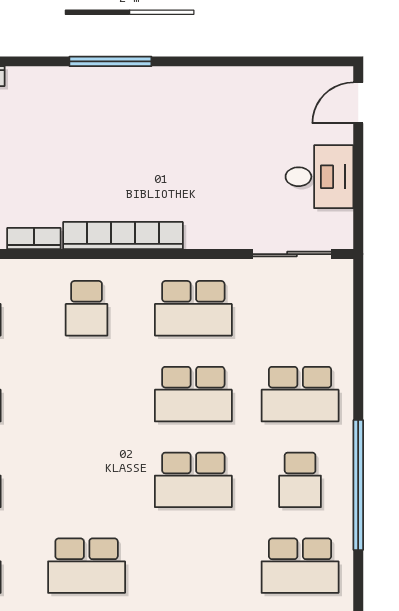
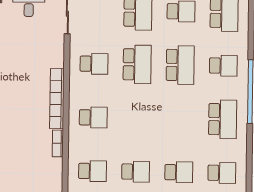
school desk: (193, 308) -> (94, 64), width x0.54
school desk: (193, 566) -> (223, 66), added

